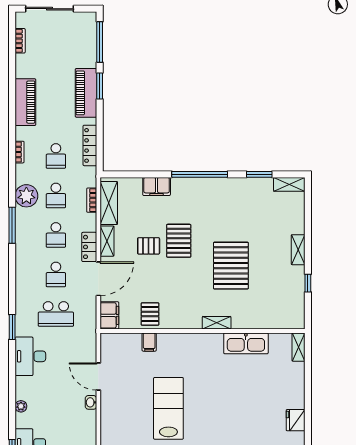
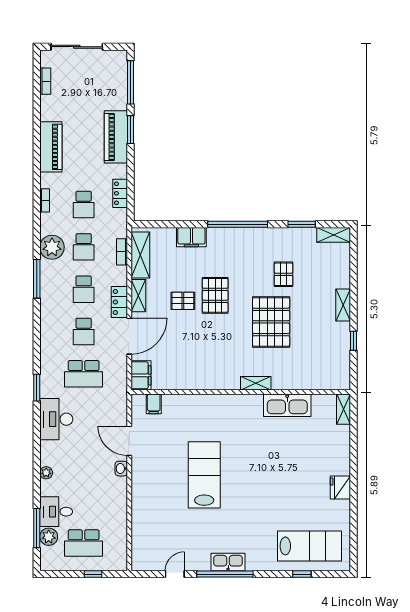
locker: (90, 145) -> (120, 193), width x0.66
pallet: (150, 314) -> (284, 274), moved
filing cabinet: (149, 342) -> (154, 404), moved

